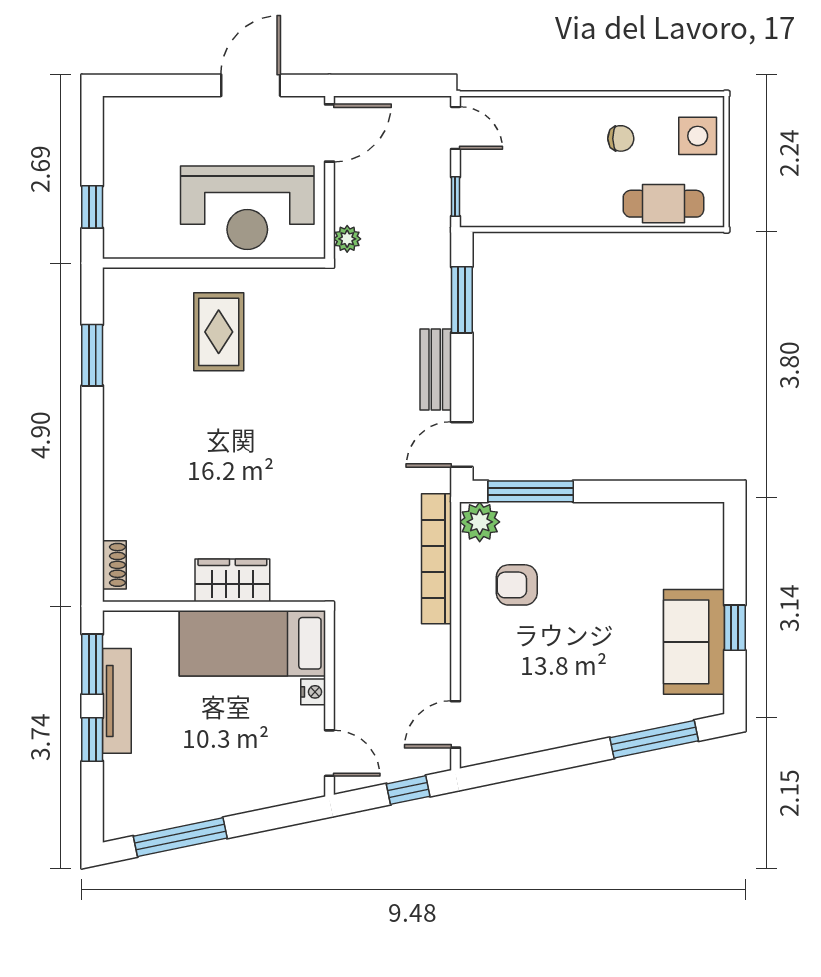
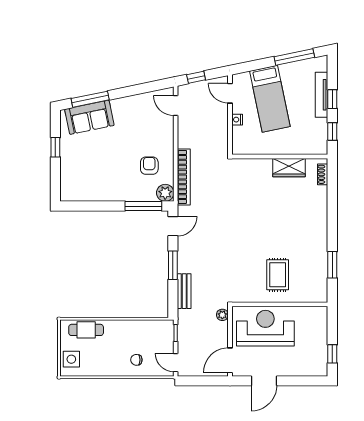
chair: (621, 138) -> (136, 360), moved
window: (92, 207) -> (332, 354), moved
window: (462, 300) -> (173, 265), moved
bench: (436, 369) -> (184, 291), moved
wardrobe: (232, 580) -> (289, 168), moved
armchair: (517, 585) -> (149, 166), turned -90
sofa: (694, 642) -> (89, 117), moved, turned 78
bed: (252, 643) -> (270, 99), moved, turned 78
window: (92, 664) -> (332, 132), width x0.67
tv unit: (117, 701) -> (322, 95), moved
door: (455, 724) -> (176, 106), swing flipped

